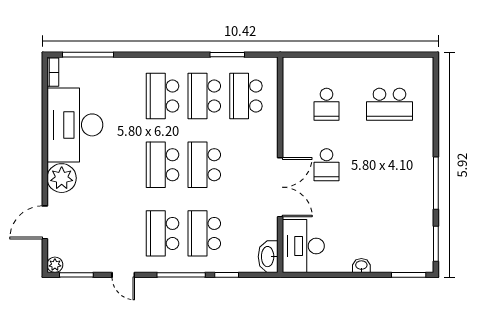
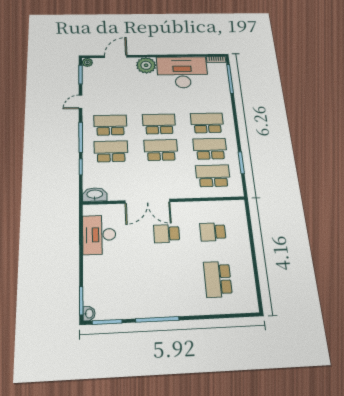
door: (45, 222) -> (116, 56), hinge flipped
desk: (303, 246) -> (99, 235), moved, turned -90
washbasin: (361, 265) -> (89, 314), moved

